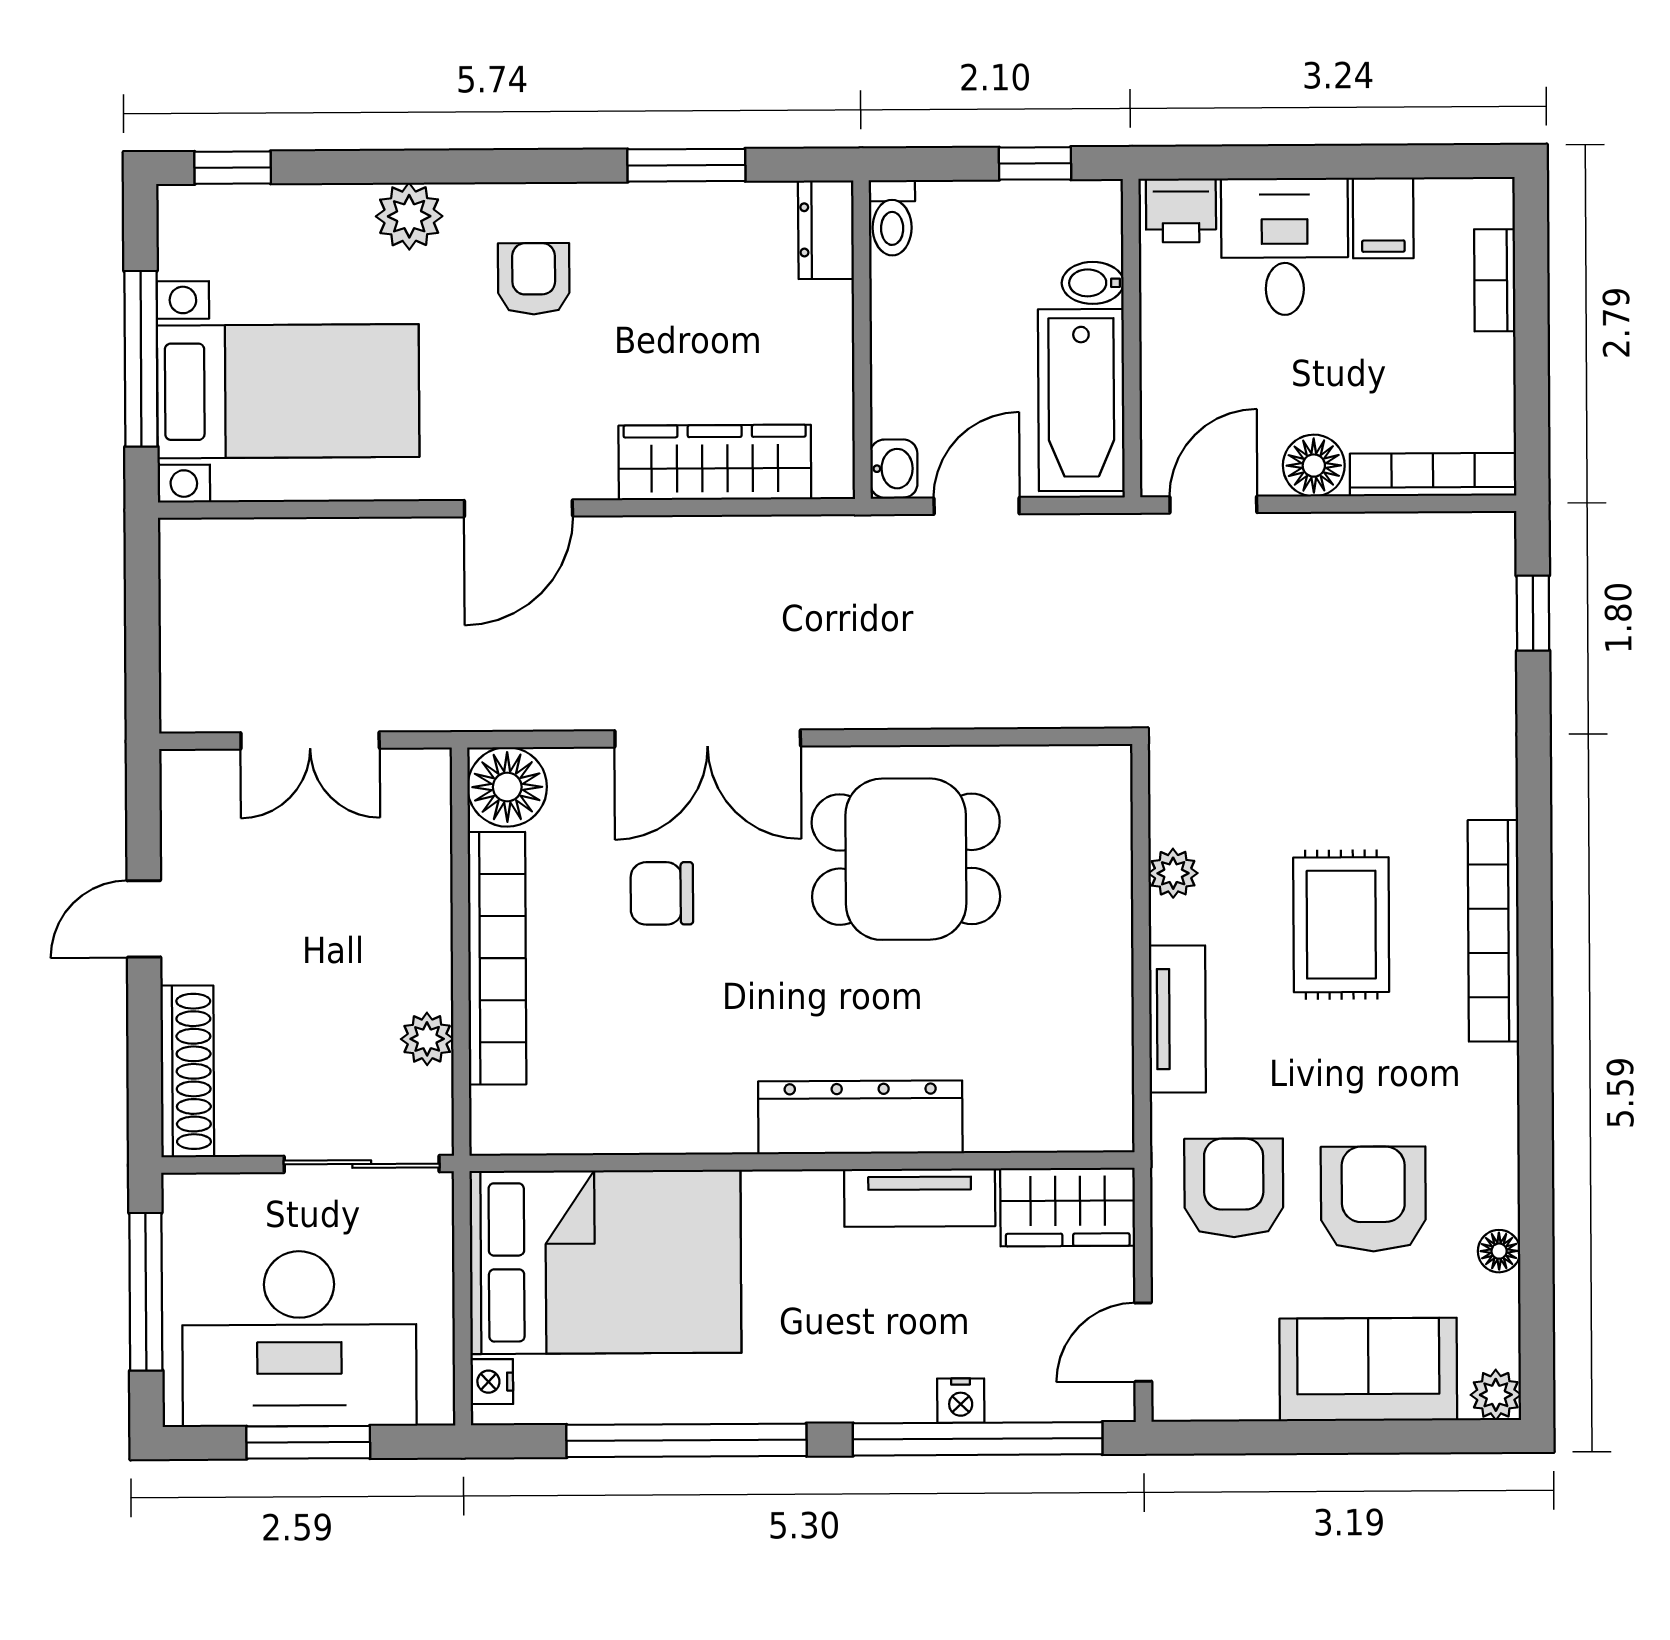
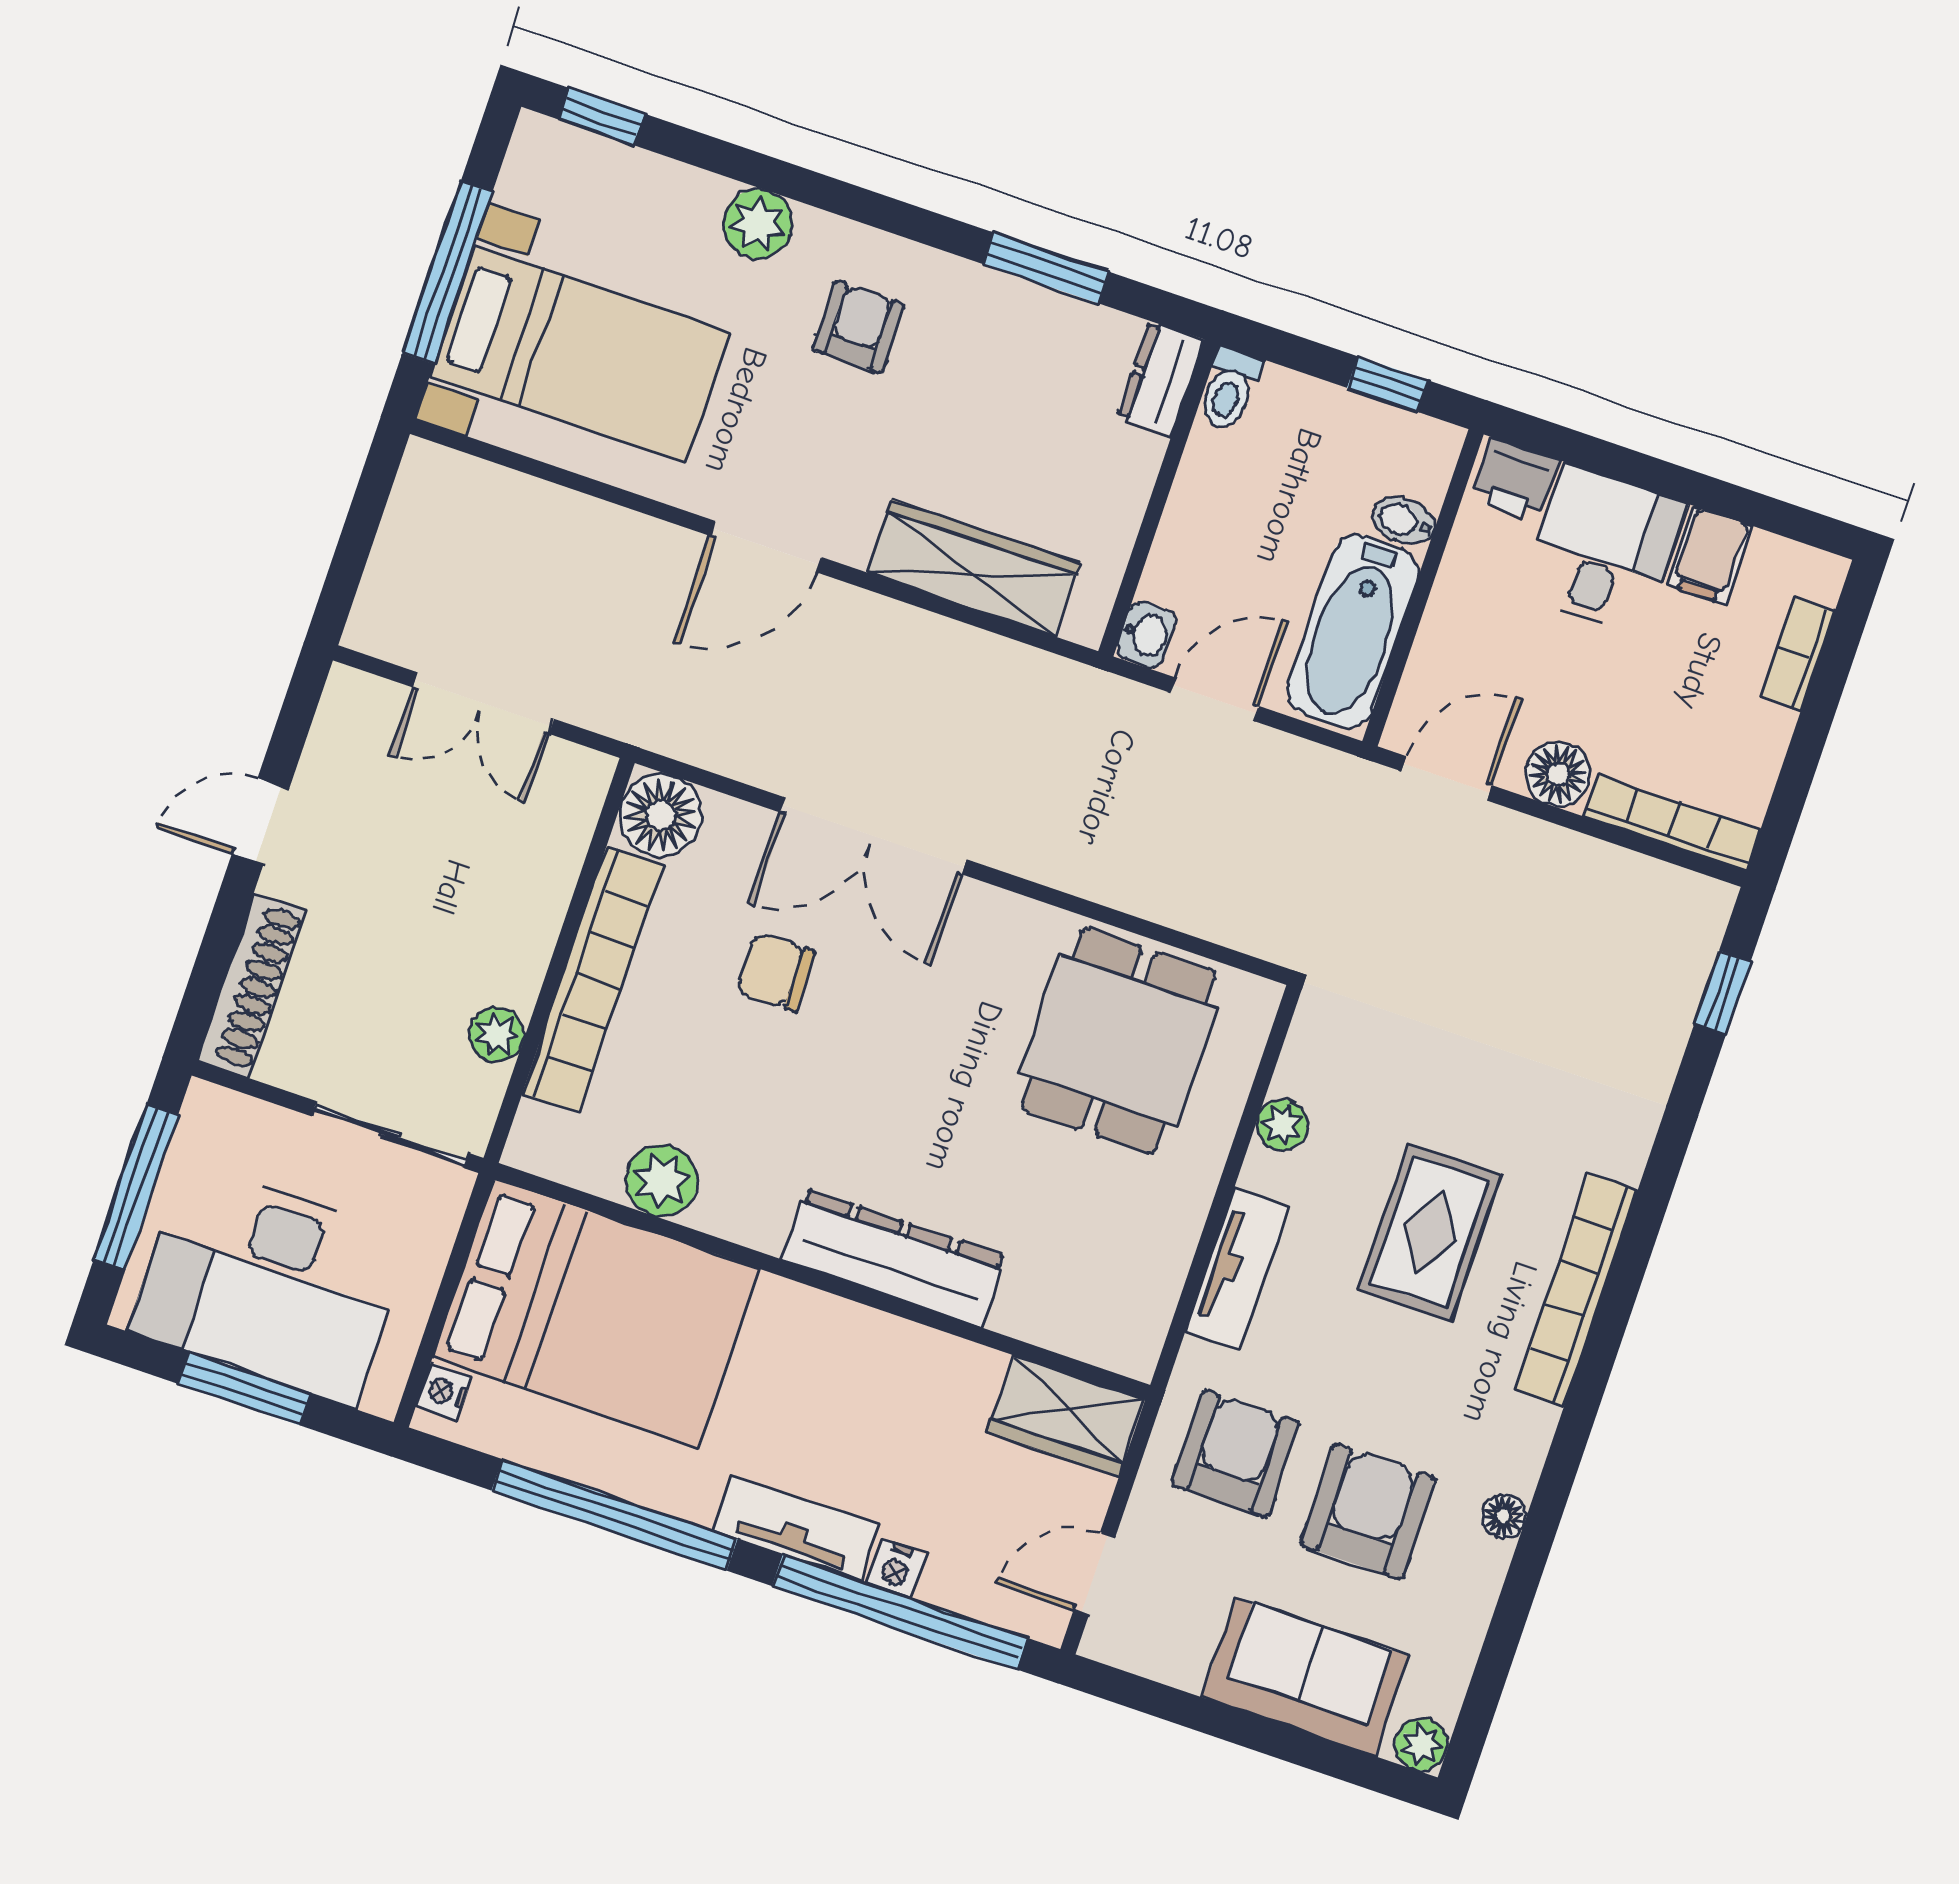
dining table: (906, 859) -> (1118, 1040), moved, turned 90
plant: (624, 1120) -> (662, 1181), added
tv unit: (920, 1198) -> (796, 1528), moved, turned 180
floor lamp: (1499, 1251) -> (1504, 1516), moved

